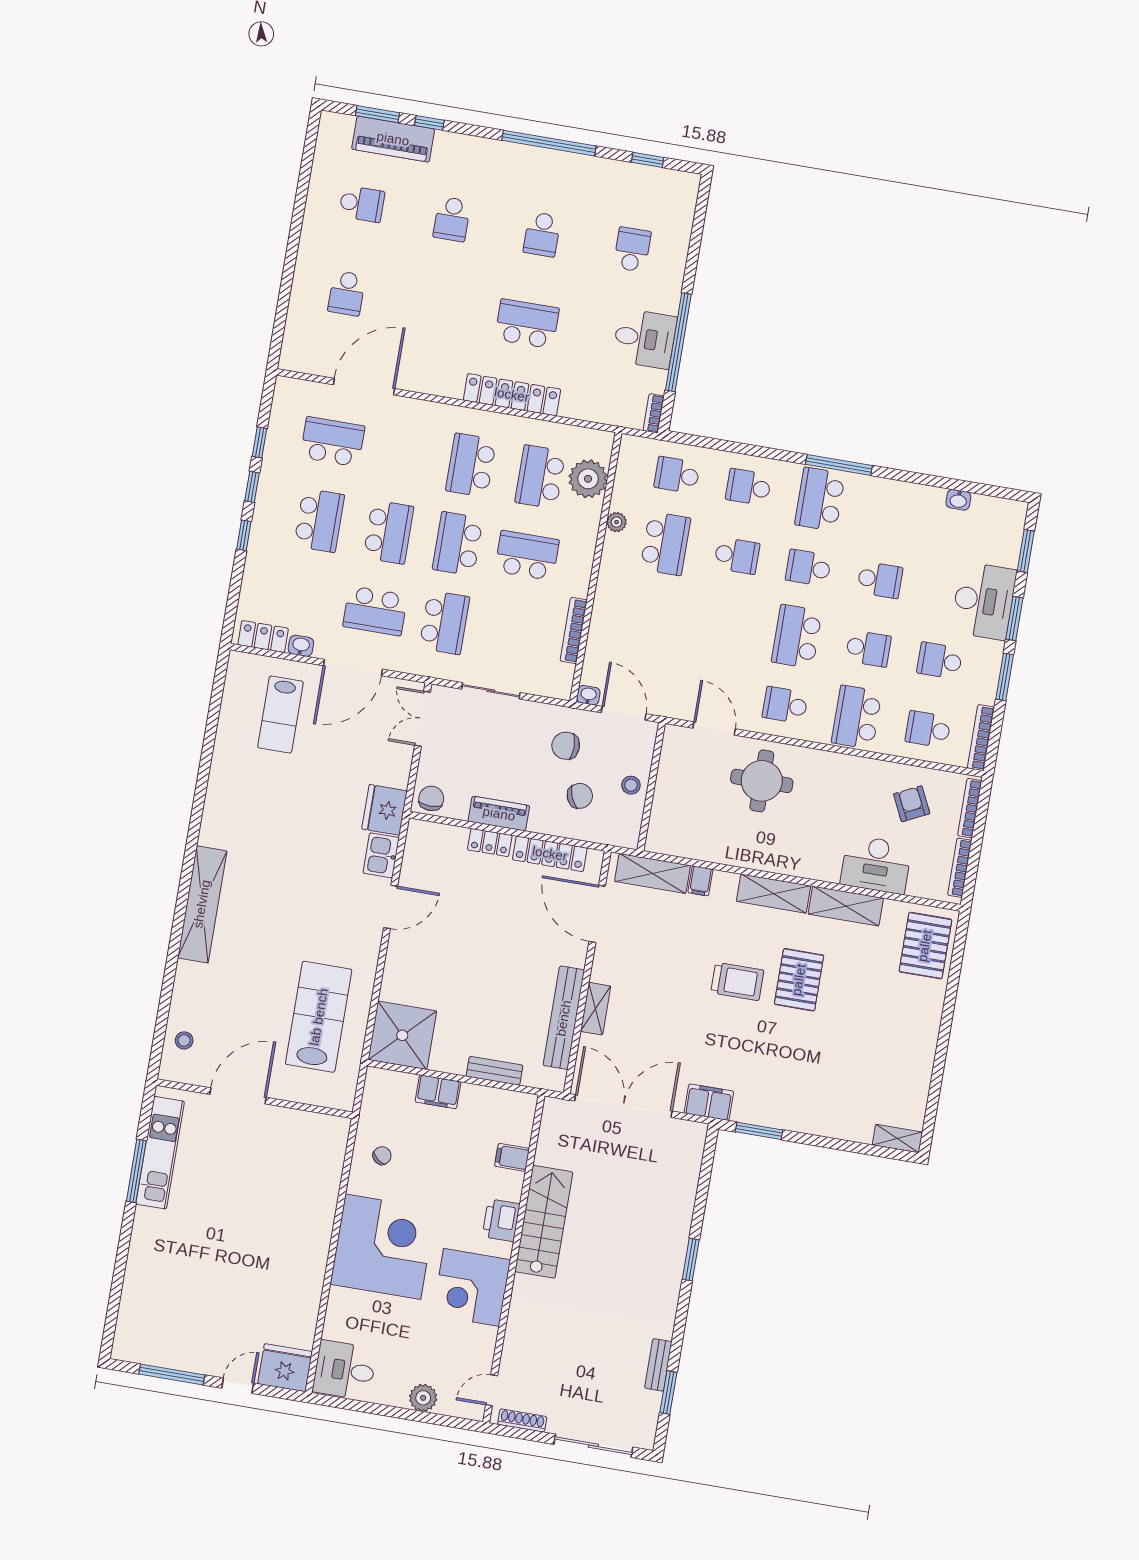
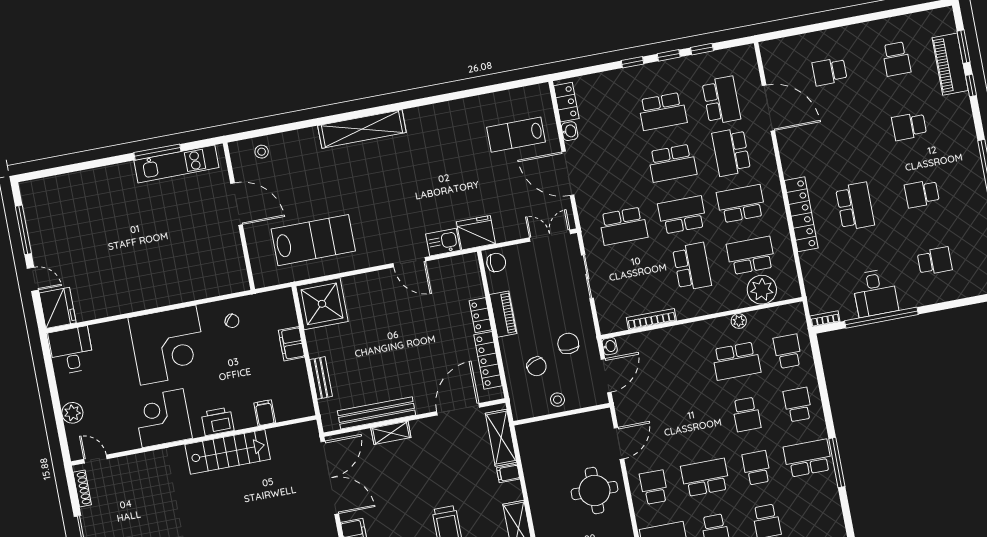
school desk: (375, 611) -> (731, 152), moved

